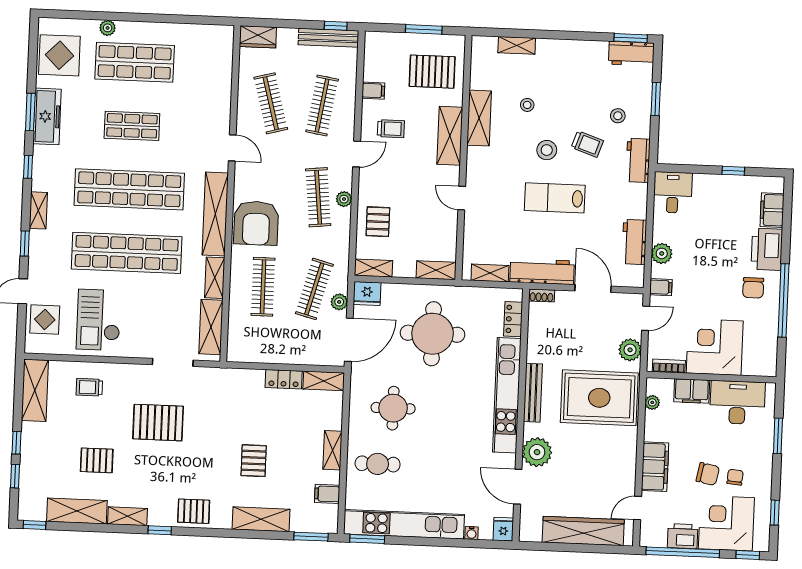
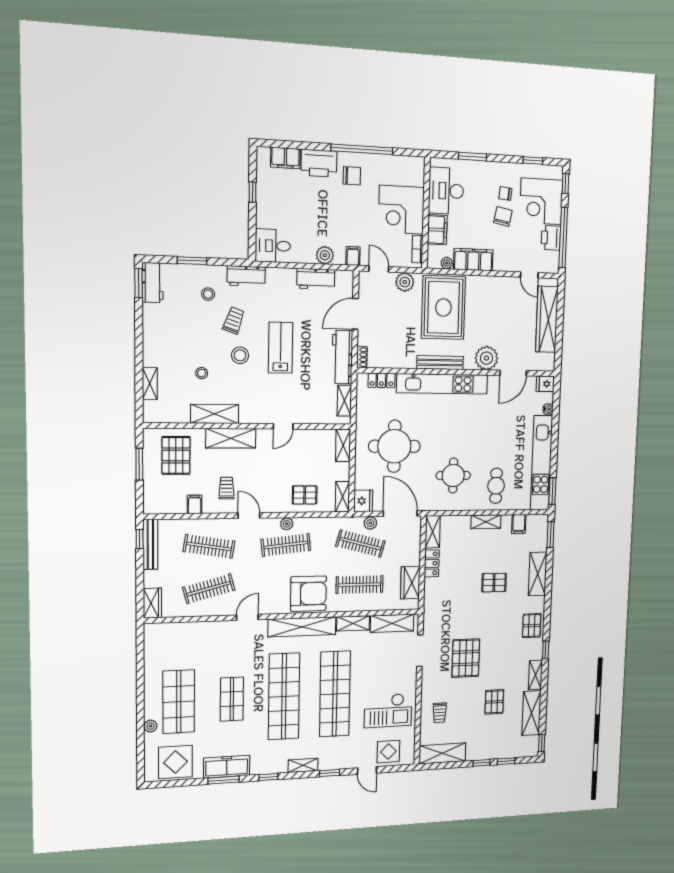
lab bench: (555, 198) -> (281, 348), turned 180
wardrobe: (261, 351) -> (410, 583), added
filing cabinet: (655, 467) -> (473, 260), moved

